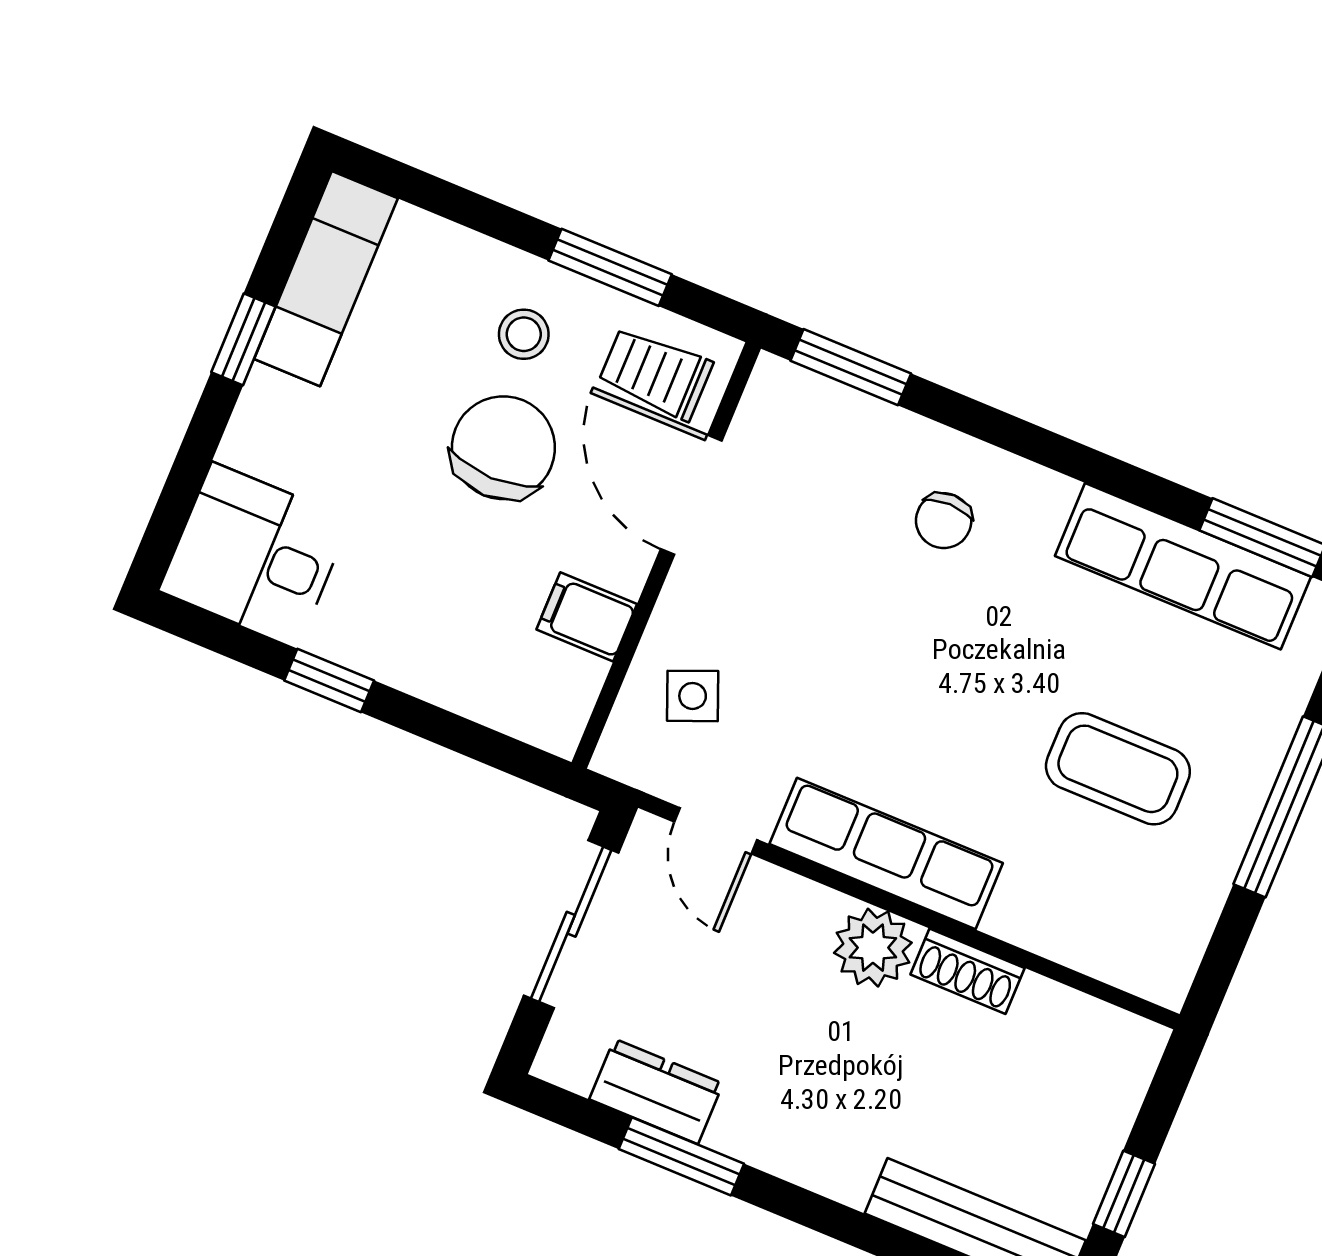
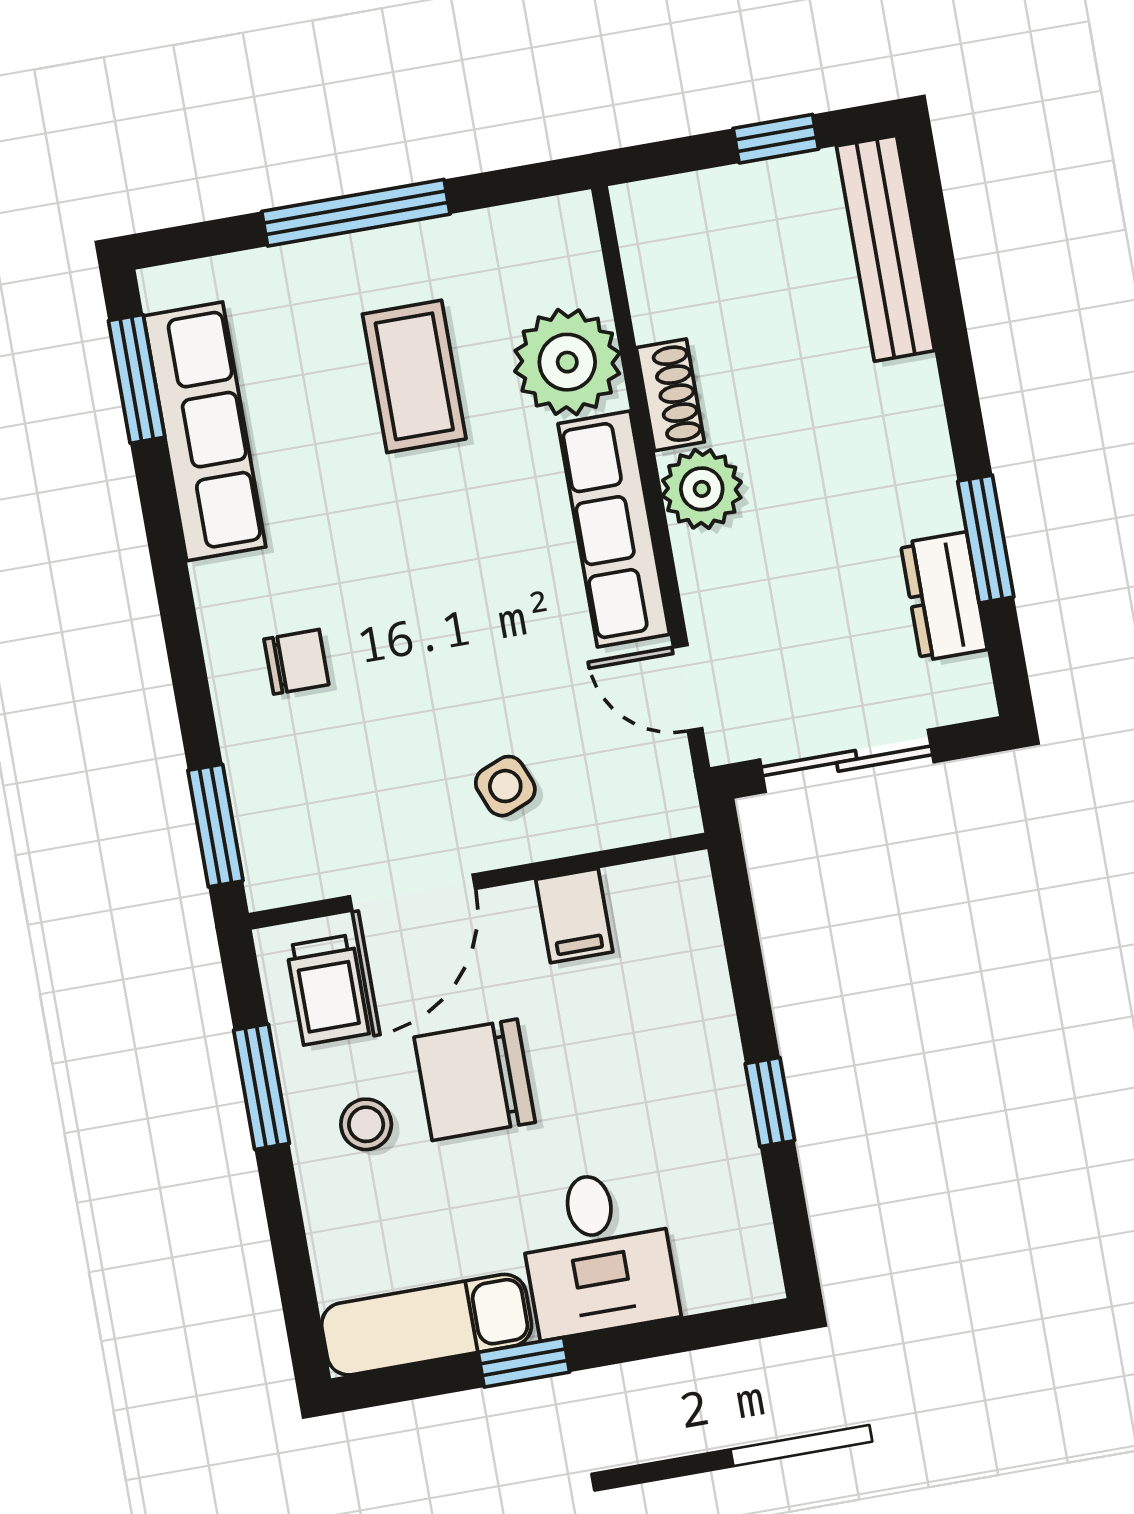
desk: (255, 555) -> (598, 1253), moved
side table: (693, 696) -> (505, 786), moved
door: (716, 831) -> (688, 688), swing flipped
plant: (1049, 903) -> (567, 362), added

